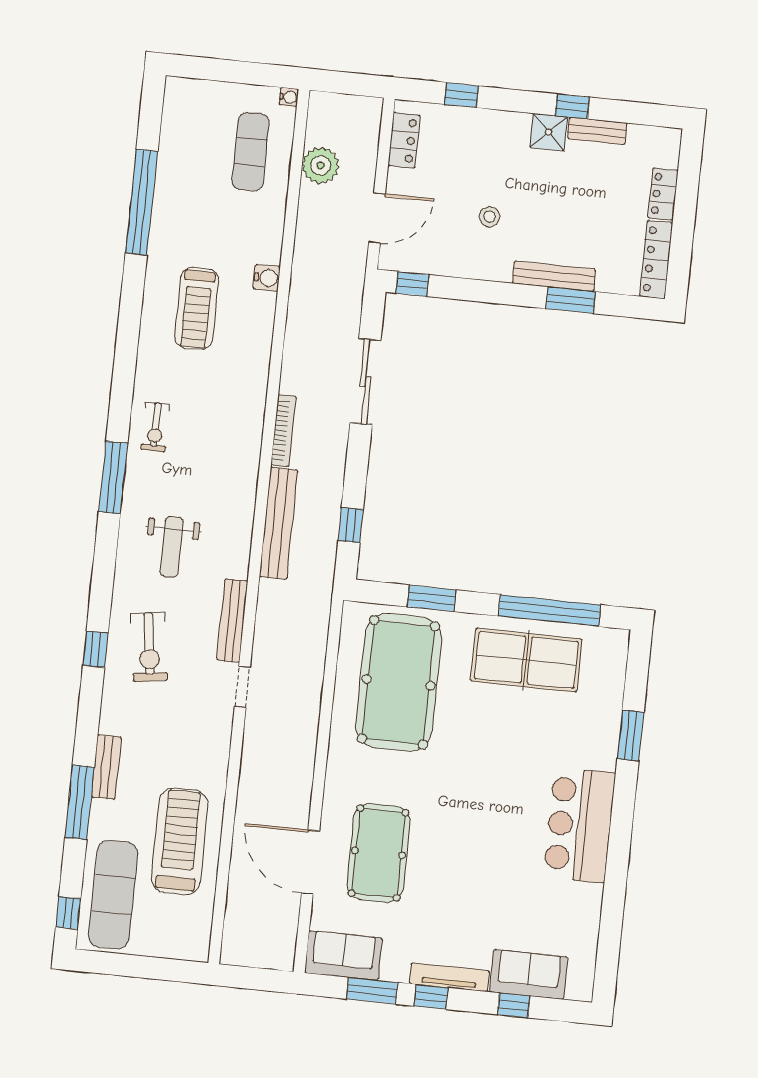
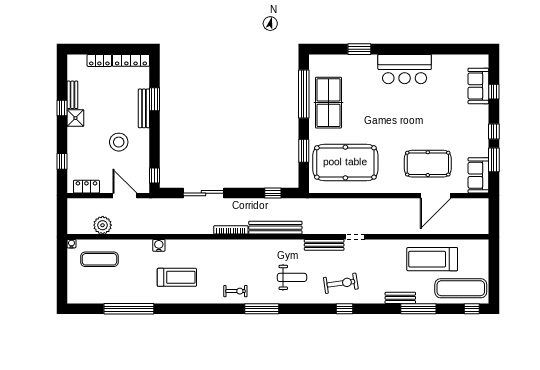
stool: (489, 217) -> (119, 142), width x1.89, depth x1.89
tv unit: (449, 977) -> (484, 124), removed

